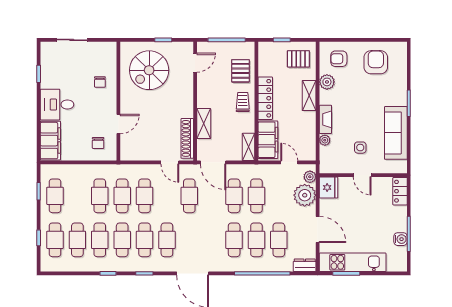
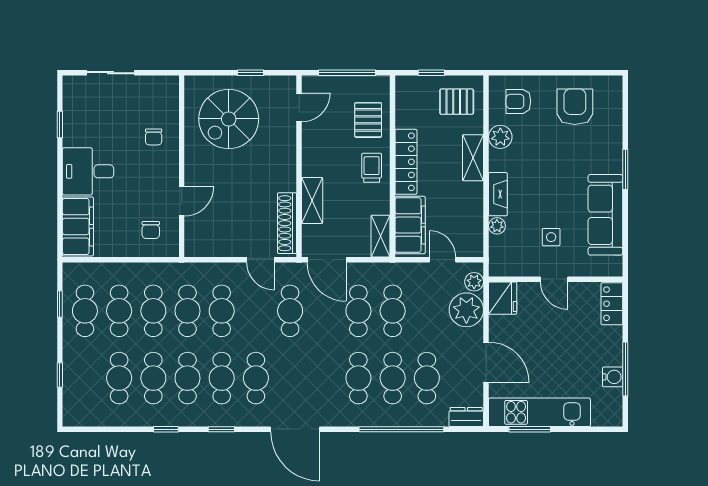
cafe table: (55, 240) -> (119, 311), moved

